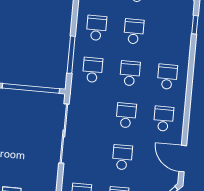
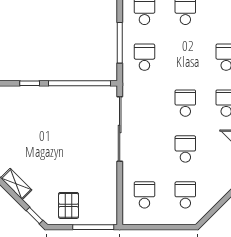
school desk: (130, 73) -> (185, 57), removed

